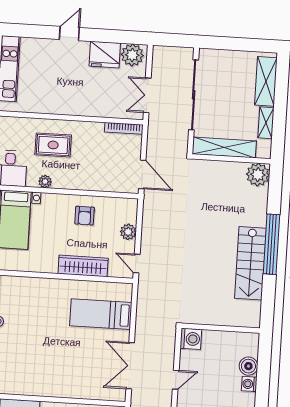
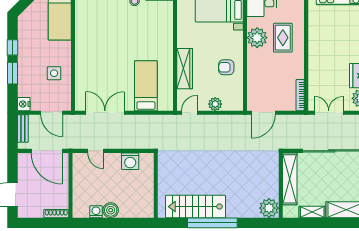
plant: (45, 182) -> (257, 38), width x1.88, depth x1.88
wall: (221, 328) -> (156, 185), moved

